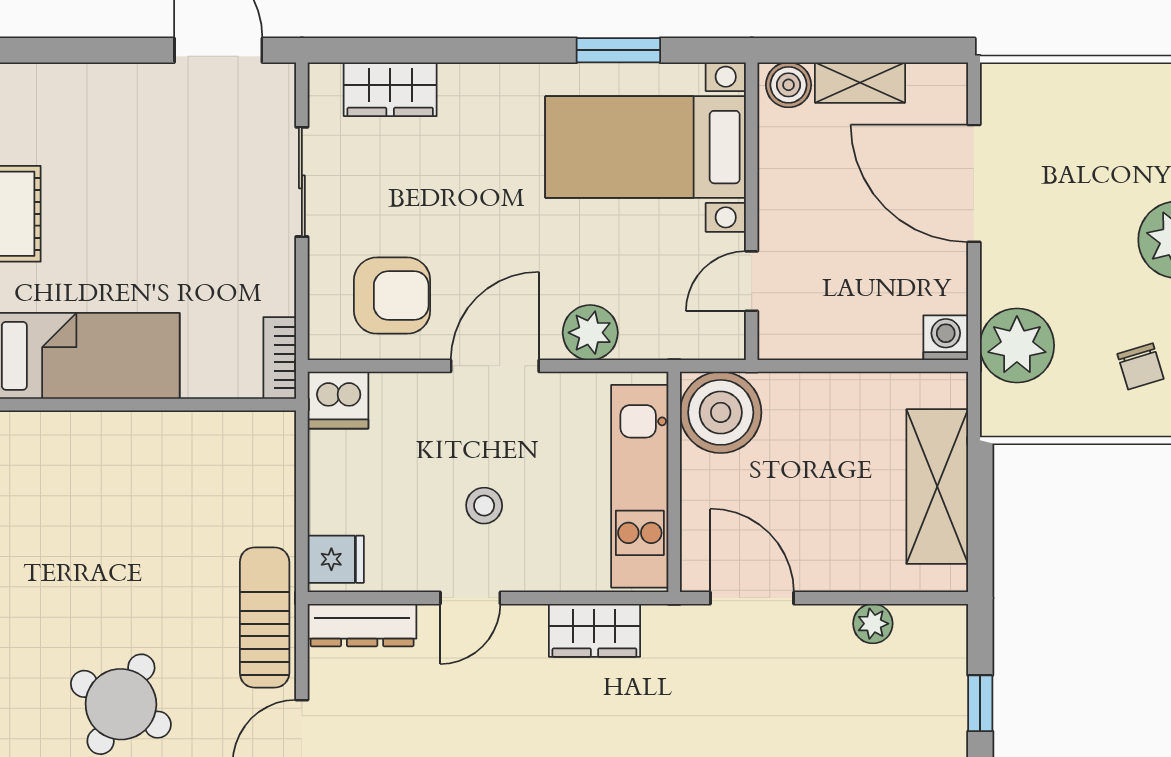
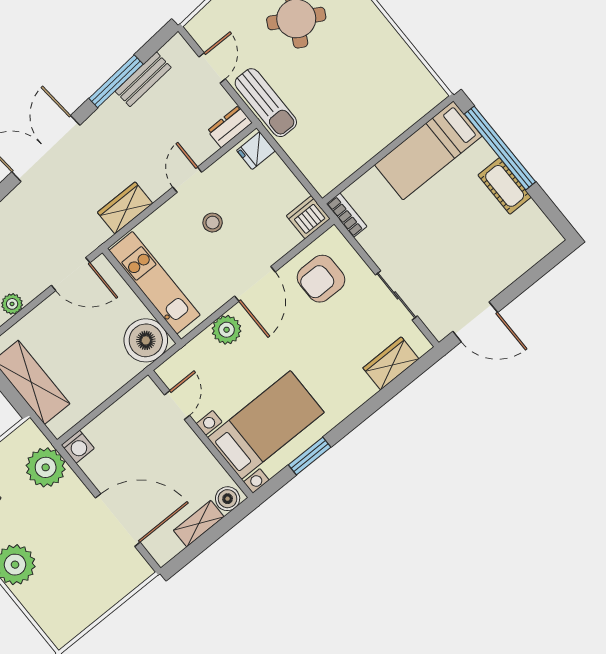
dresser: (362, 625) -> (230, 127), width x0.70

